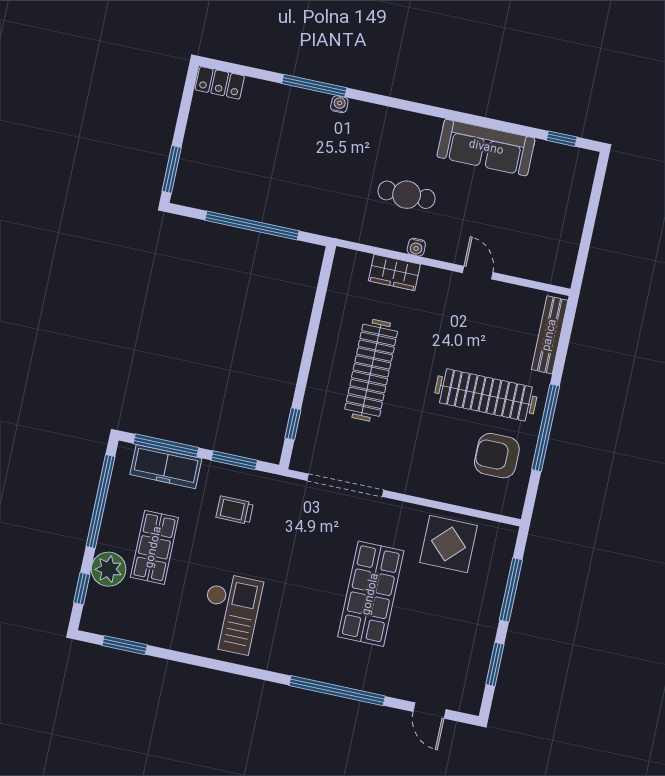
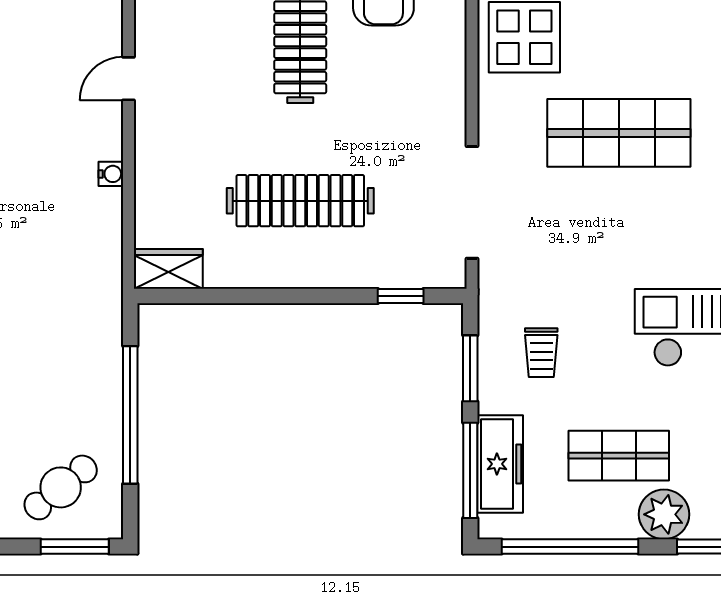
cafe table: (407, 195) -> (61, 487), moved, turned 51
wardrobe: (394, 273) -> (168, 269), moved, turned -90

